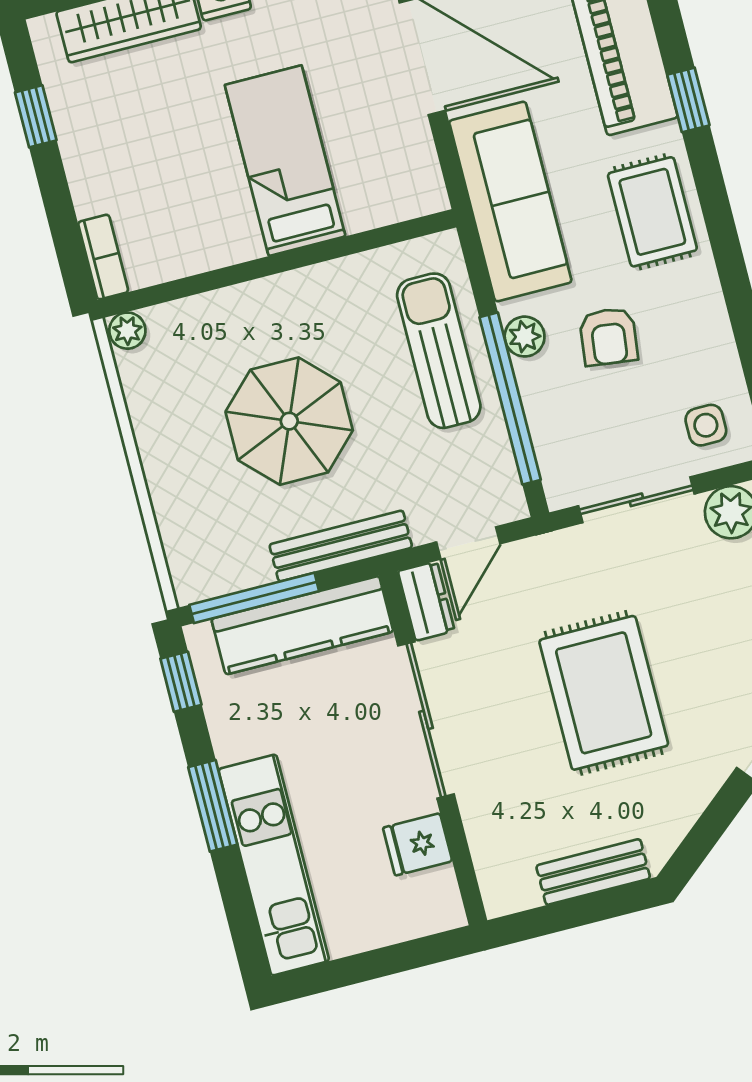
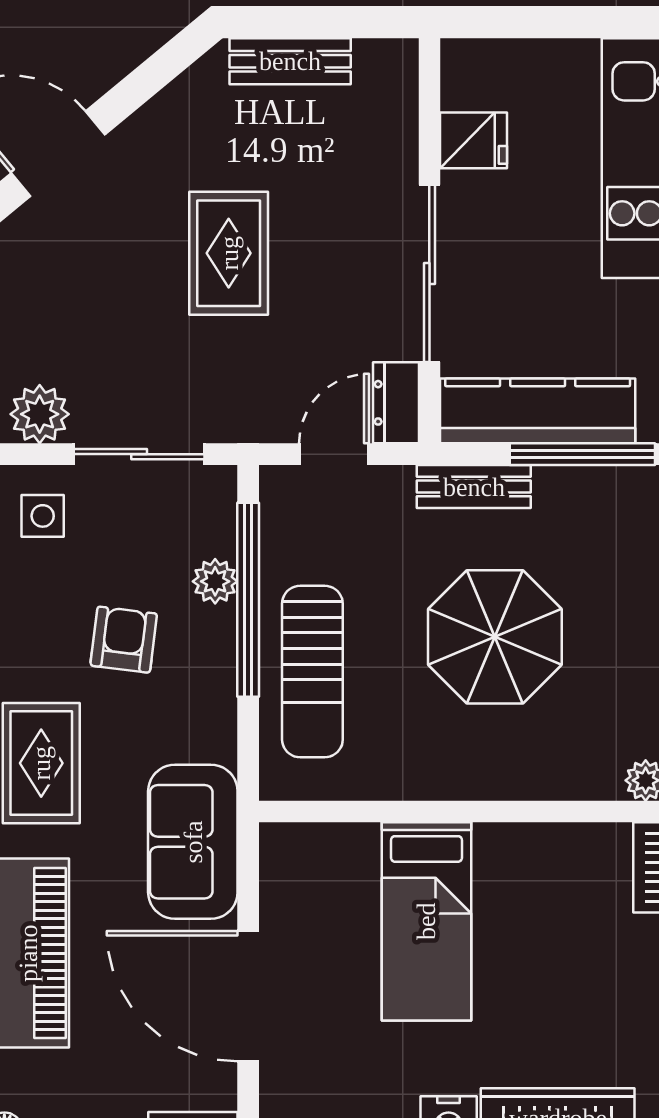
sofa: (510, 202) -> (193, 842), width x0.73
plant: (525, 337) -> (215, 581), moved
bench: (341, 546) -> (474, 487), width x0.73
rug: (604, 693) -> (229, 253), width x0.73, depth x0.70

